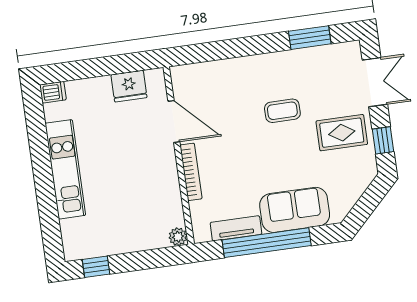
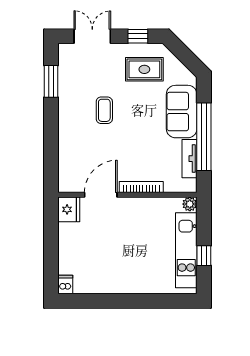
fridge: (129, 86) -> (69, 209), moved
rug: (342, 133) -> (144, 69), moved, turned 90
kitchen unit: (65, 169) -> (186, 250), moved, turned -90
window: (96, 267) -> (204, 256), moved

